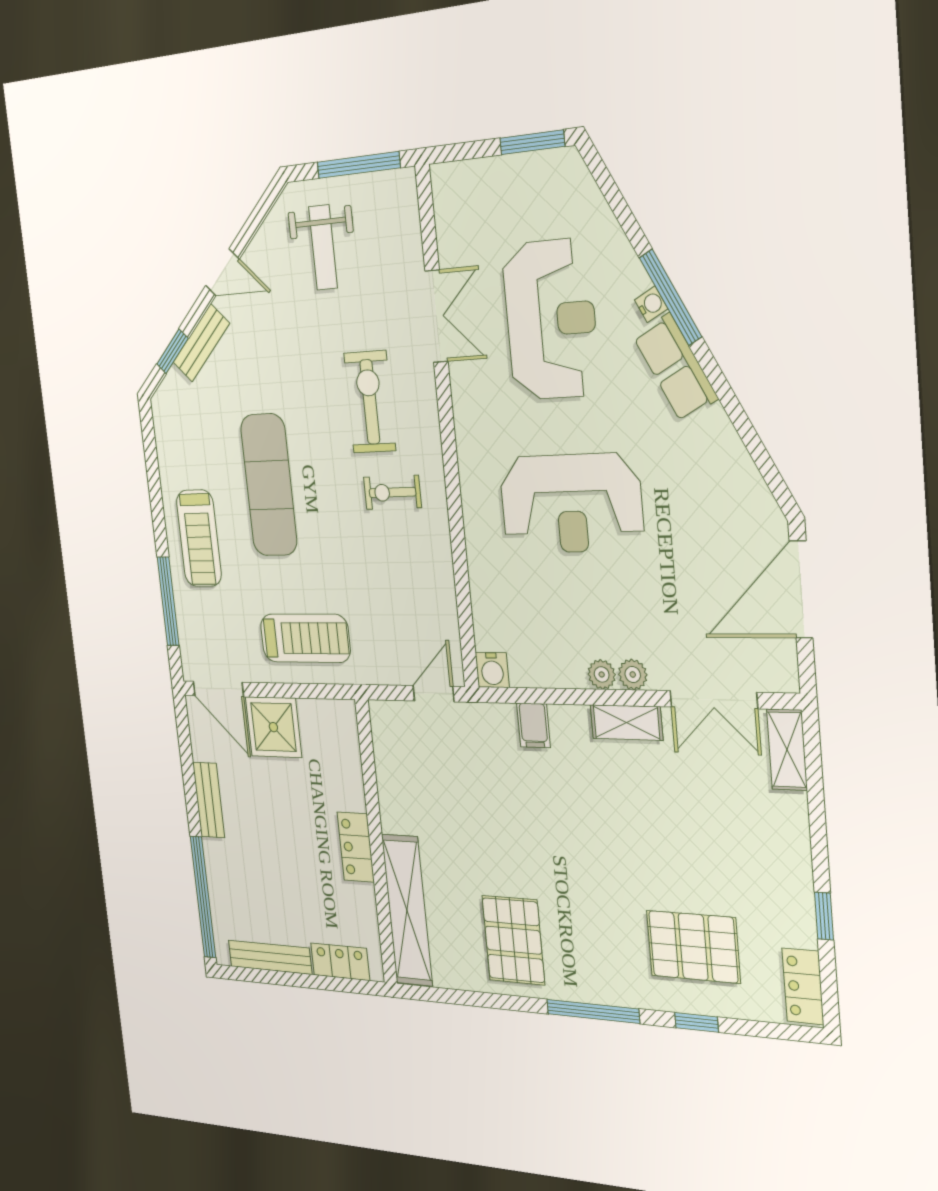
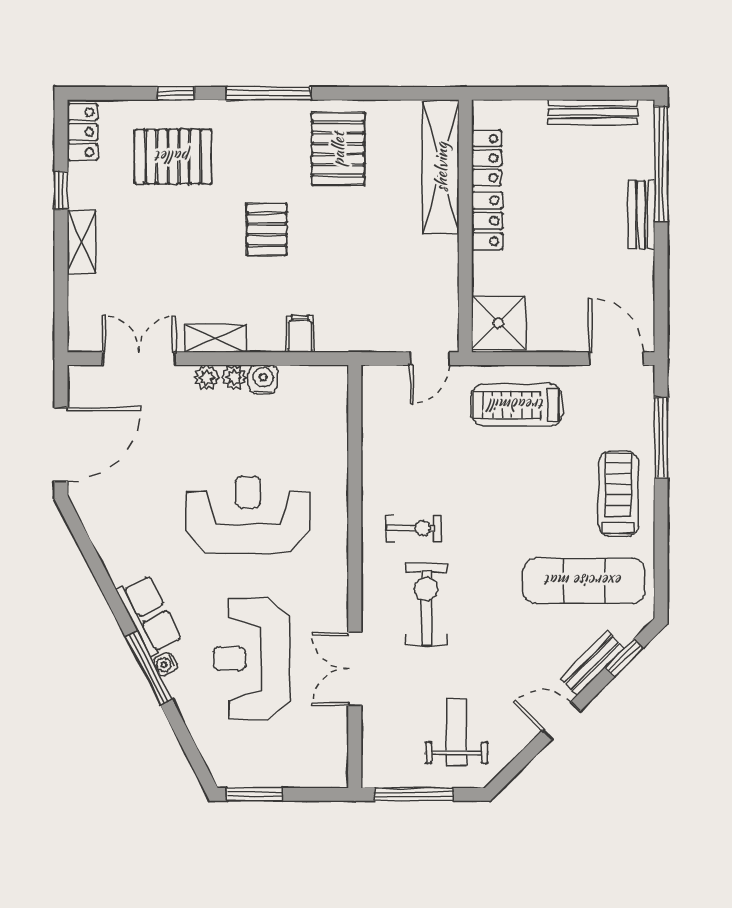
exercise bike: (370, 402) -> (426, 604), turned 180
exercise mat: (269, 485) -> (584, 581), moved, turned 90
water cooler: (492, 670) -> (263, 379), moved
door: (434, 694) -> (430, 359), moved
shower: (273, 727) -> (498, 323), moved
shelving: (787, 750) -> (82, 242), moved
bench: (209, 800) -> (642, 214), moved
pallet: (581, 852) -> (267, 229), added
locker: (340, 962) -> (486, 158), moved, turned -90

